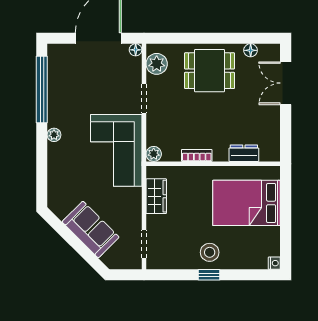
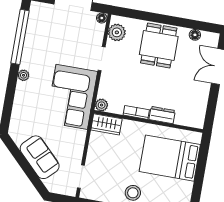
dining table: (210, 71) -> (159, 45), turned 90
dresser: (244, 153) -> (162, 115), moved
wardrobe: (156, 196) -> (106, 124), moved, turned 90

